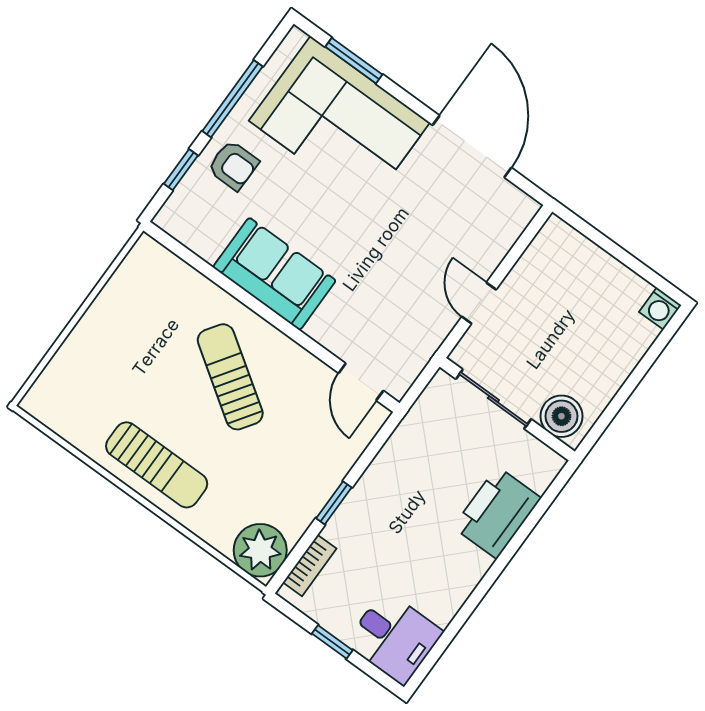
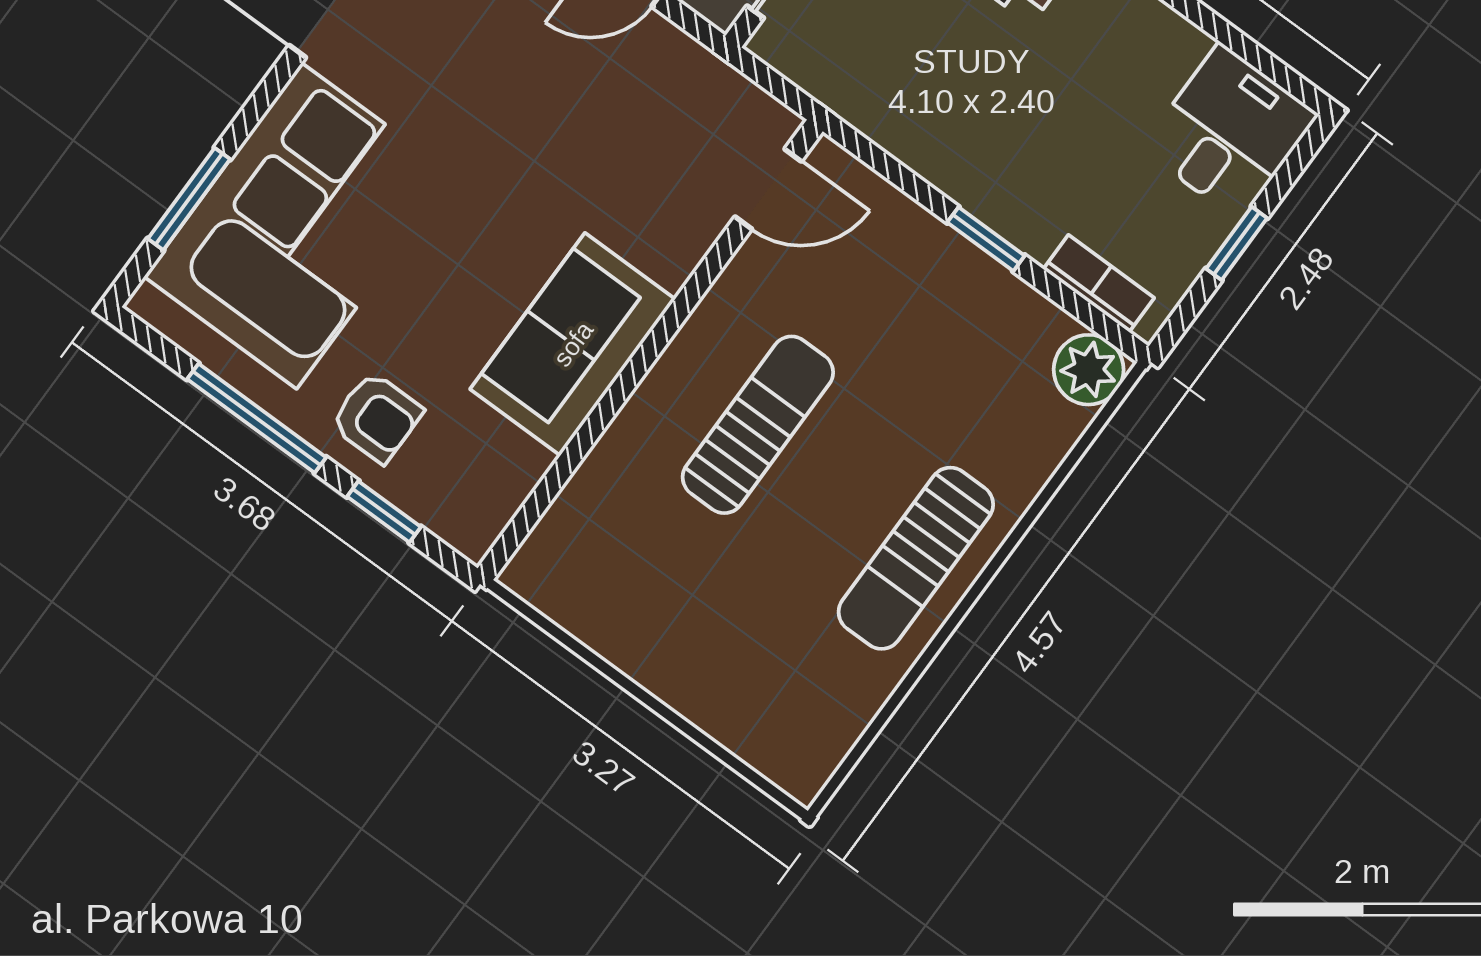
armchair: (233, 165) -> (377, 417), turned 90
sun lounger: (230, 377) -> (758, 425), turned 146
sun lounger: (157, 465) -> (916, 558), turned 180
plant: (260, 550) -> (1089, 370), width x0.73, depth x0.73

